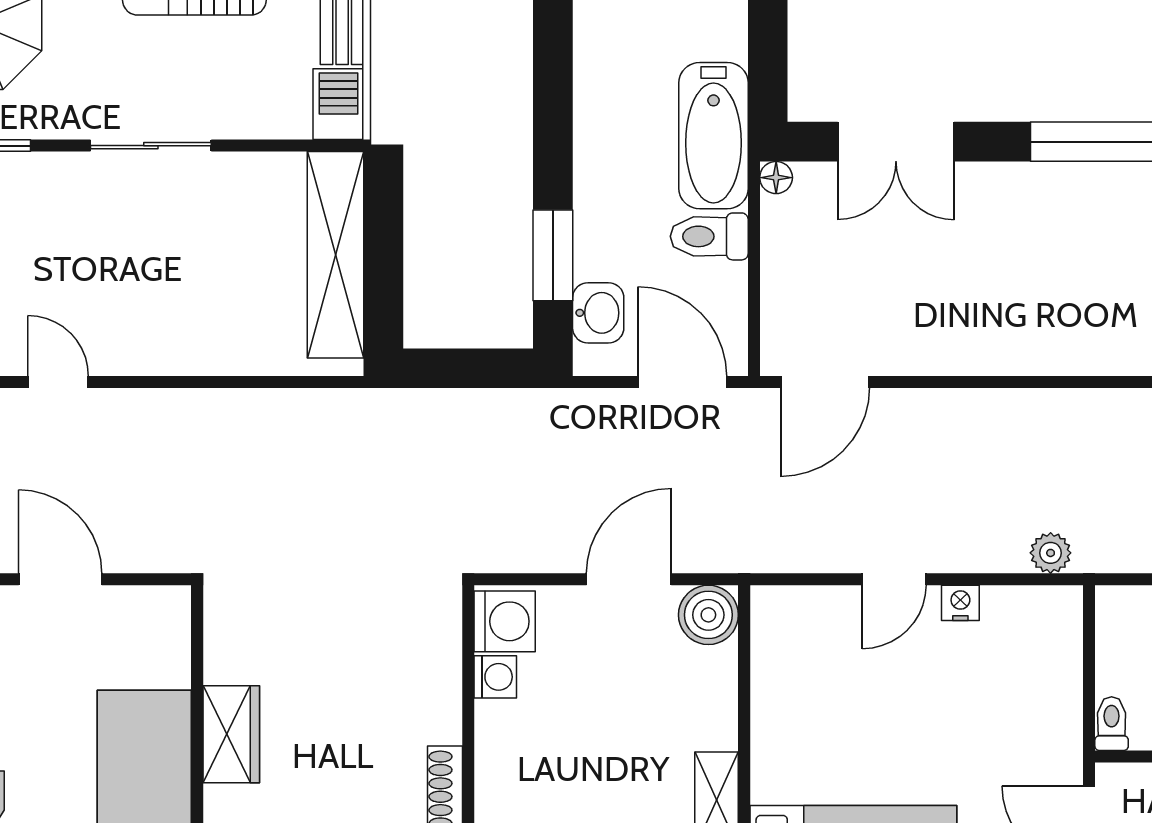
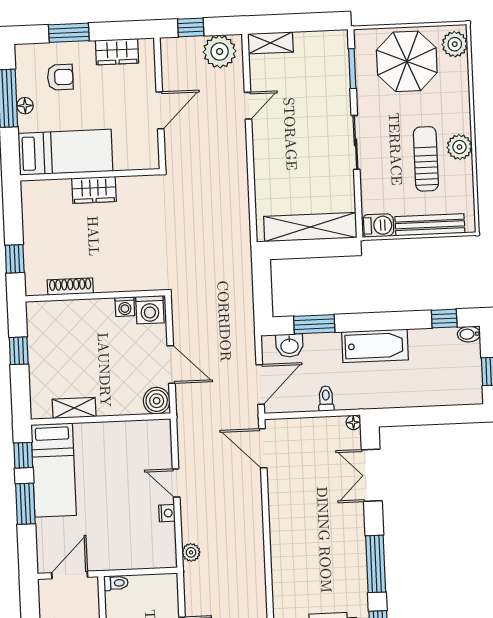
bathtub: (713, 136) -> (375, 346), moved, turned 180
toilet: (709, 236) -> (326, 399), width x0.73, depth x0.72

